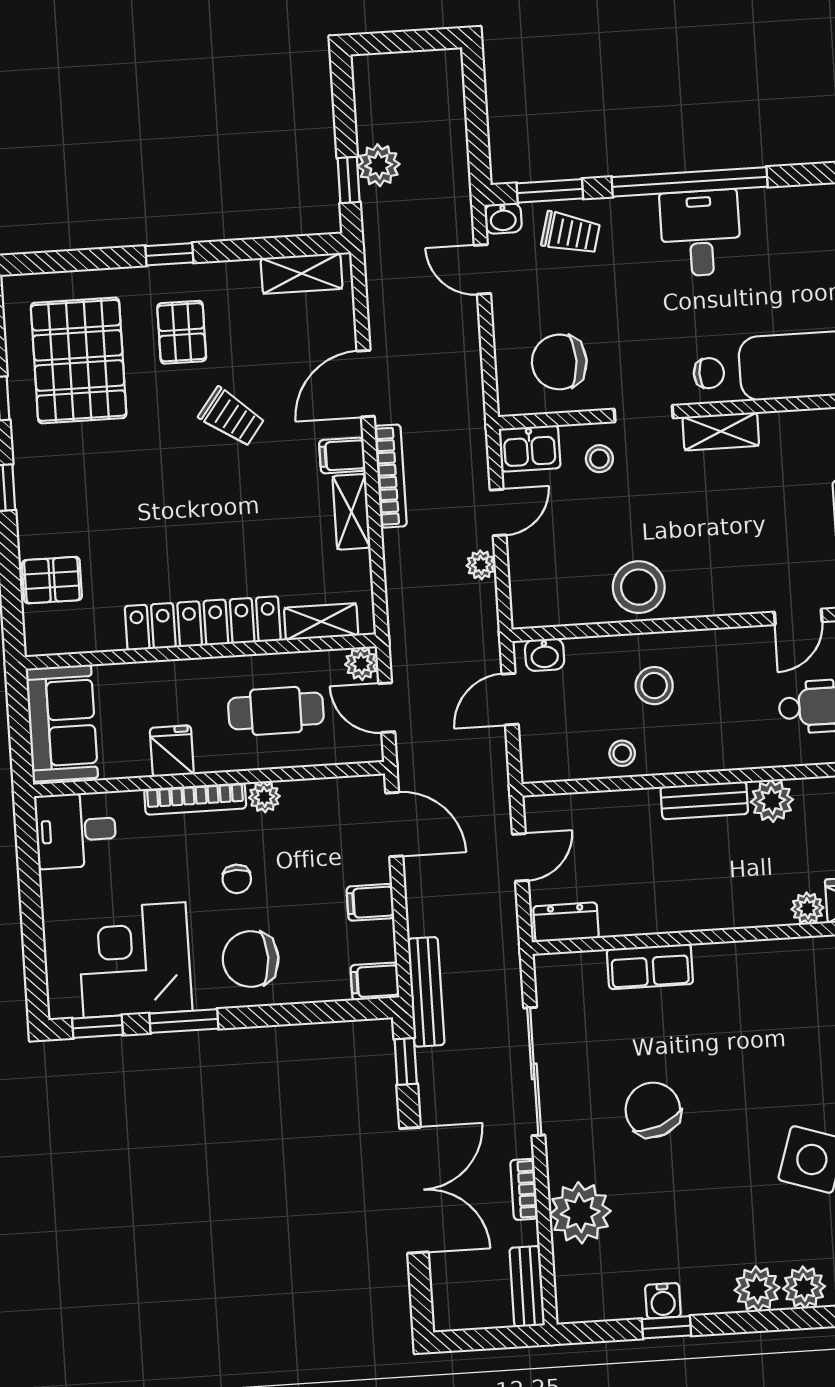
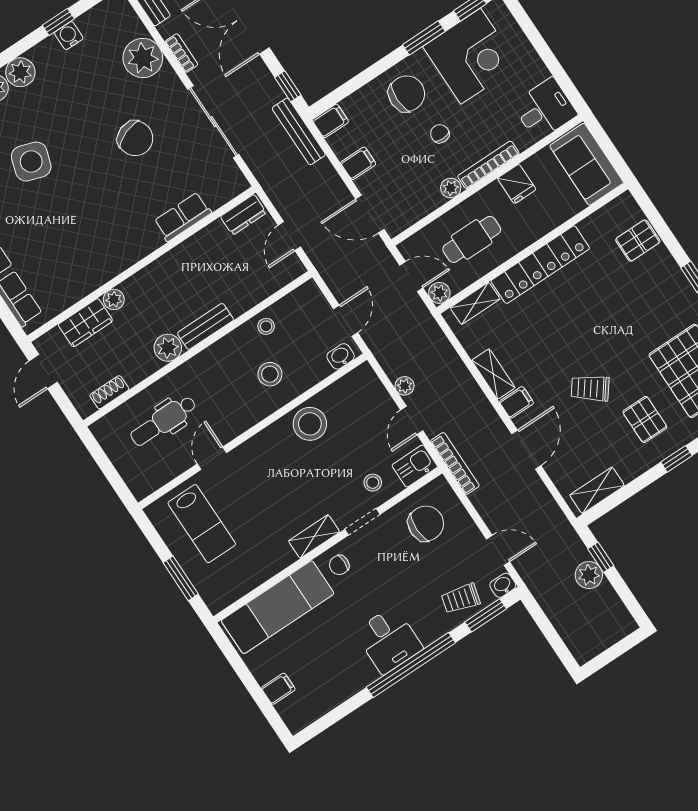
bookcase: (391, 476) -> (455, 463), moved, turned 180

